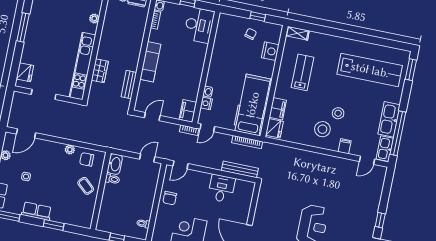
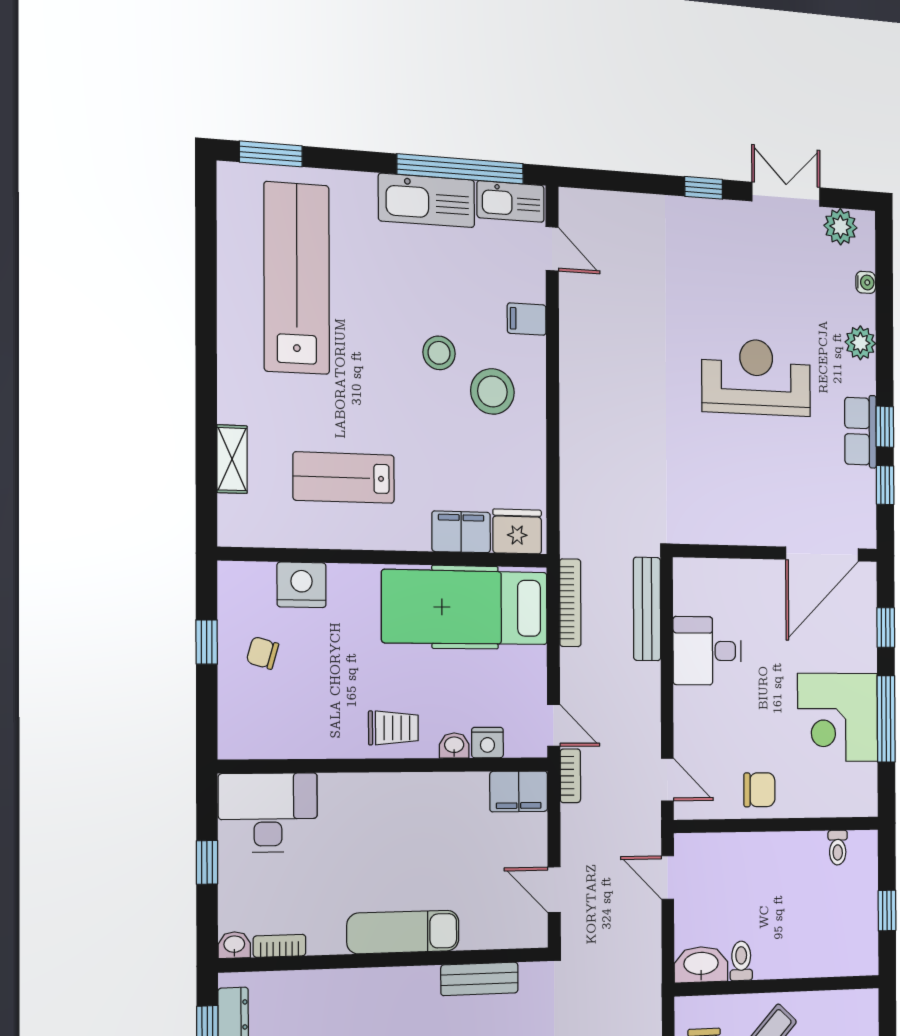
shelving: (297, 33) -> (232, 459), moved
trolley: (218, 72) -> (393, 728), added

